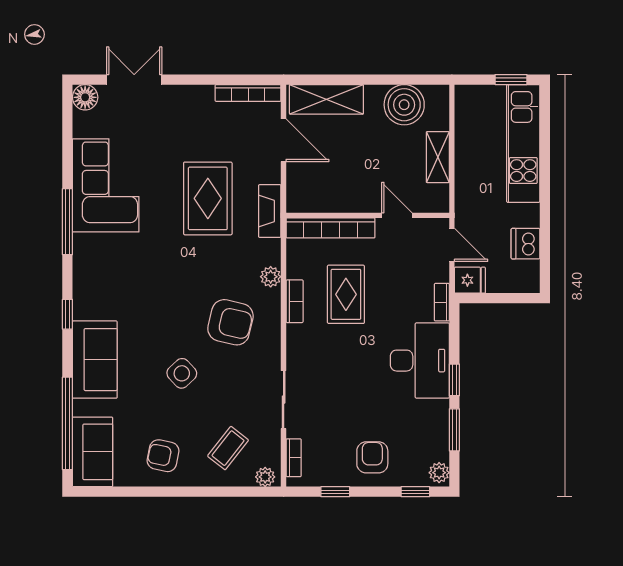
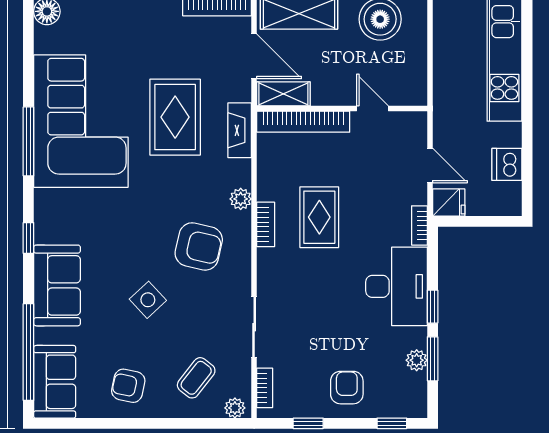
shelving: (438, 157) -> (283, 94), moved, turned 90
corner sofa: (106, 185) -> (81, 121), width x1.36, depth x1.36
wall: (368, 215) -> (342, 108), moved
door: (397, 215) -> (373, 108), moved
bookcase: (331, 228) -> (303, 122), moved
plant: (439, 473) -> (417, 360), moved

